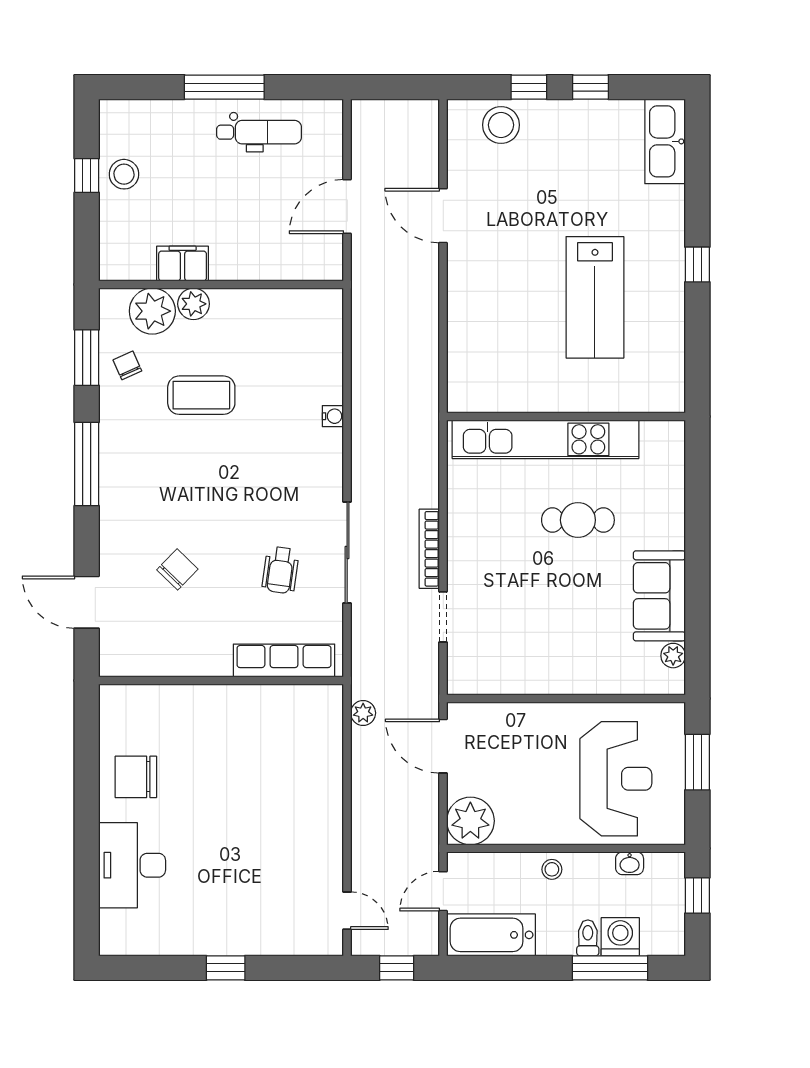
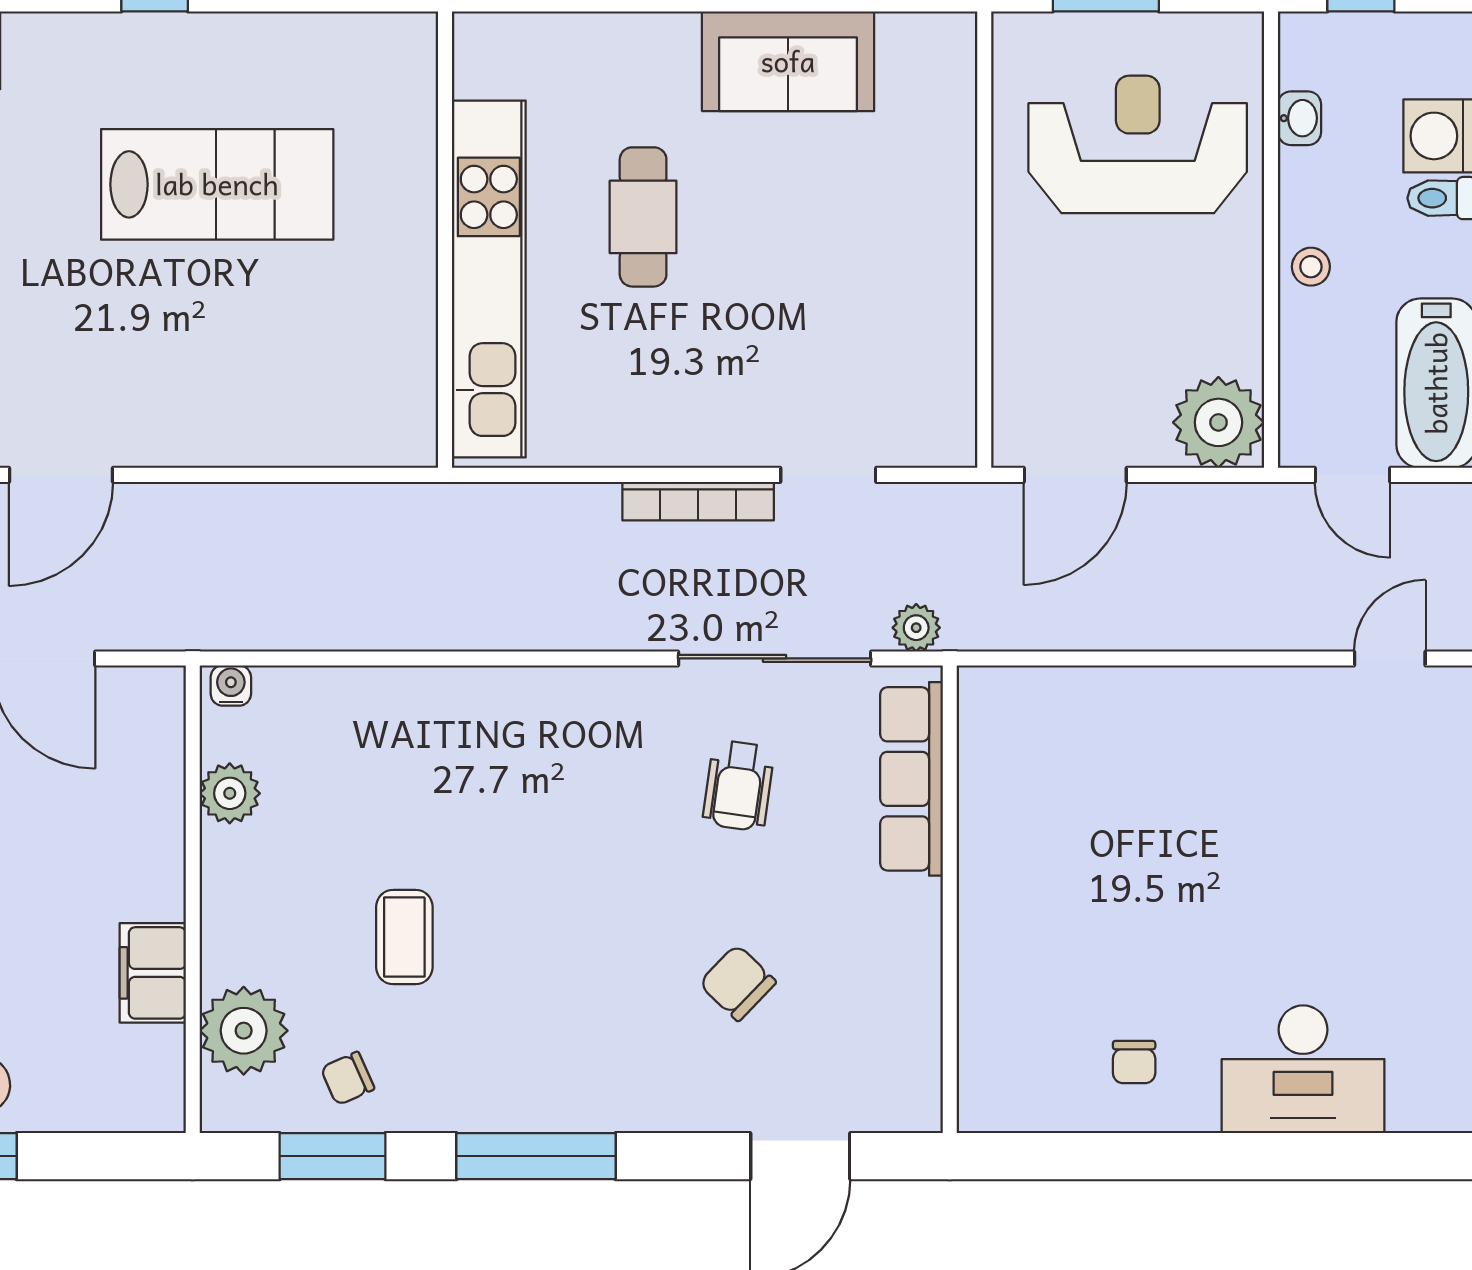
plant: (194, 304) -> (230, 793), moved
coffee table: (201, 395) -> (404, 937), width x0.73, depth x0.77
water cooler: (333, 416) -> (231, 685), moved
sliding door: (347, 552) -> (775, 658), moved
wheelchair: (281, 570) -> (739, 786), turned 90
plant: (673, 656) -> (902, 35), removed
plant: (363, 713) -> (916, 628), moved
chair: (136, 777) -> (1134, 1062), width x0.54, depth x0.54

